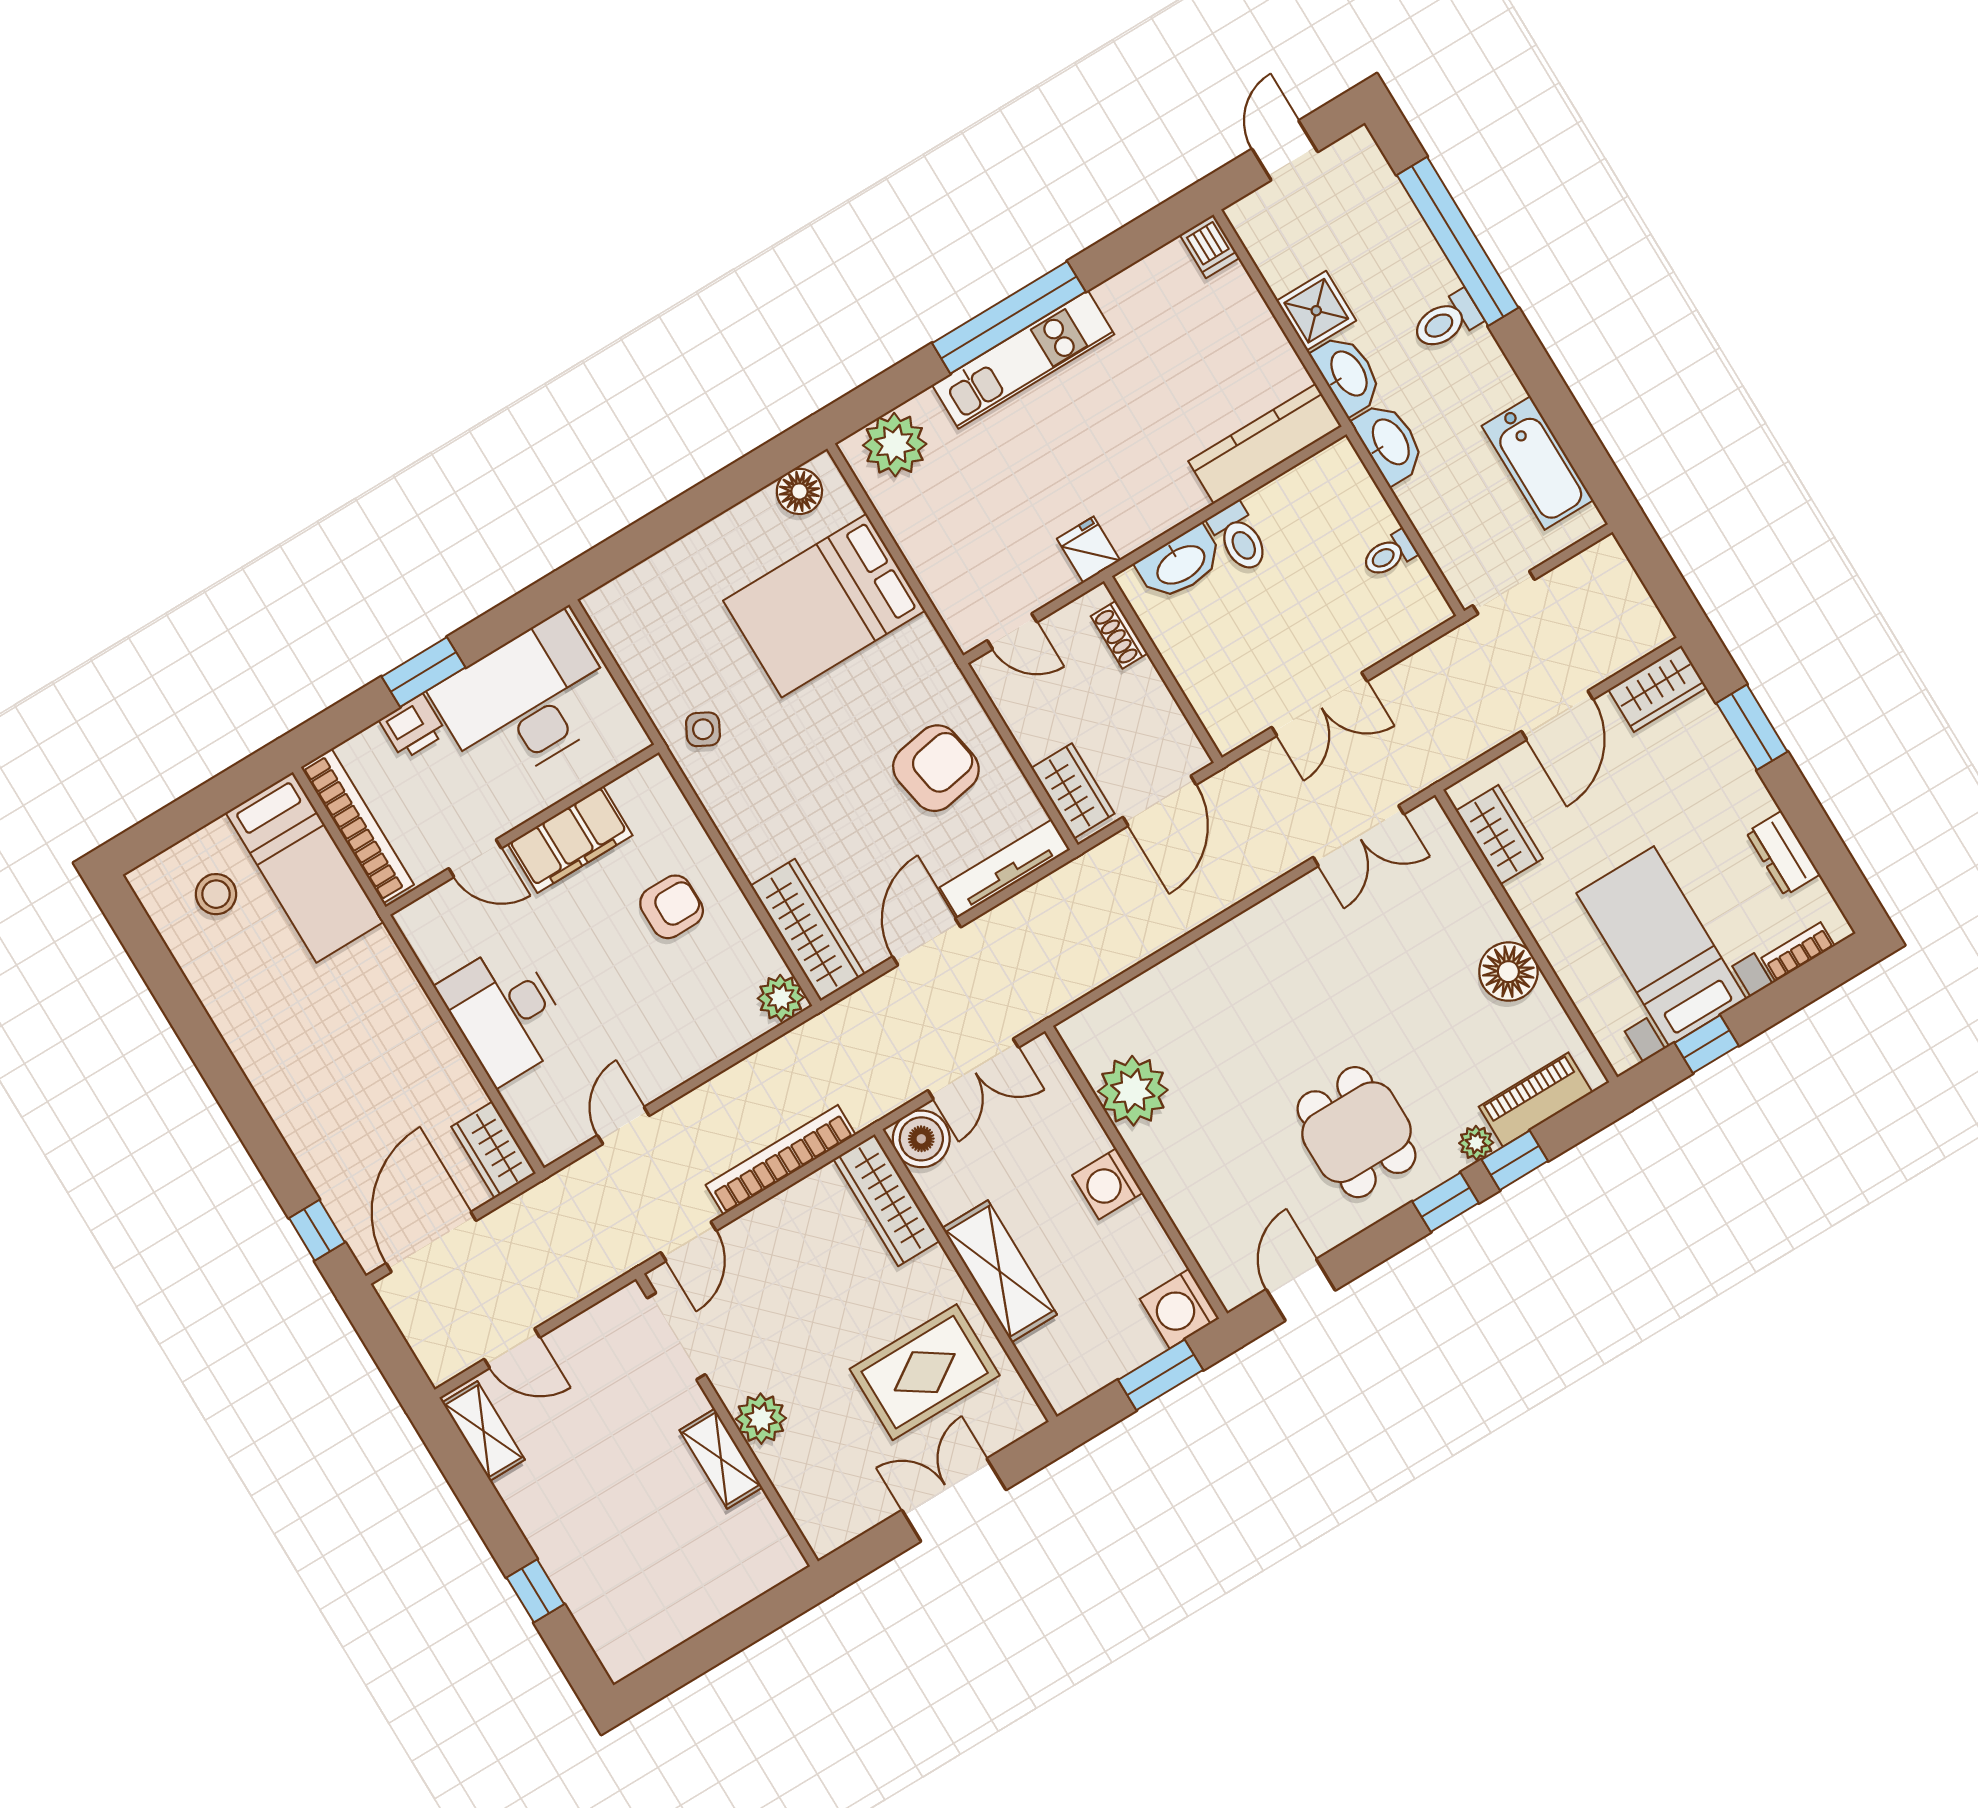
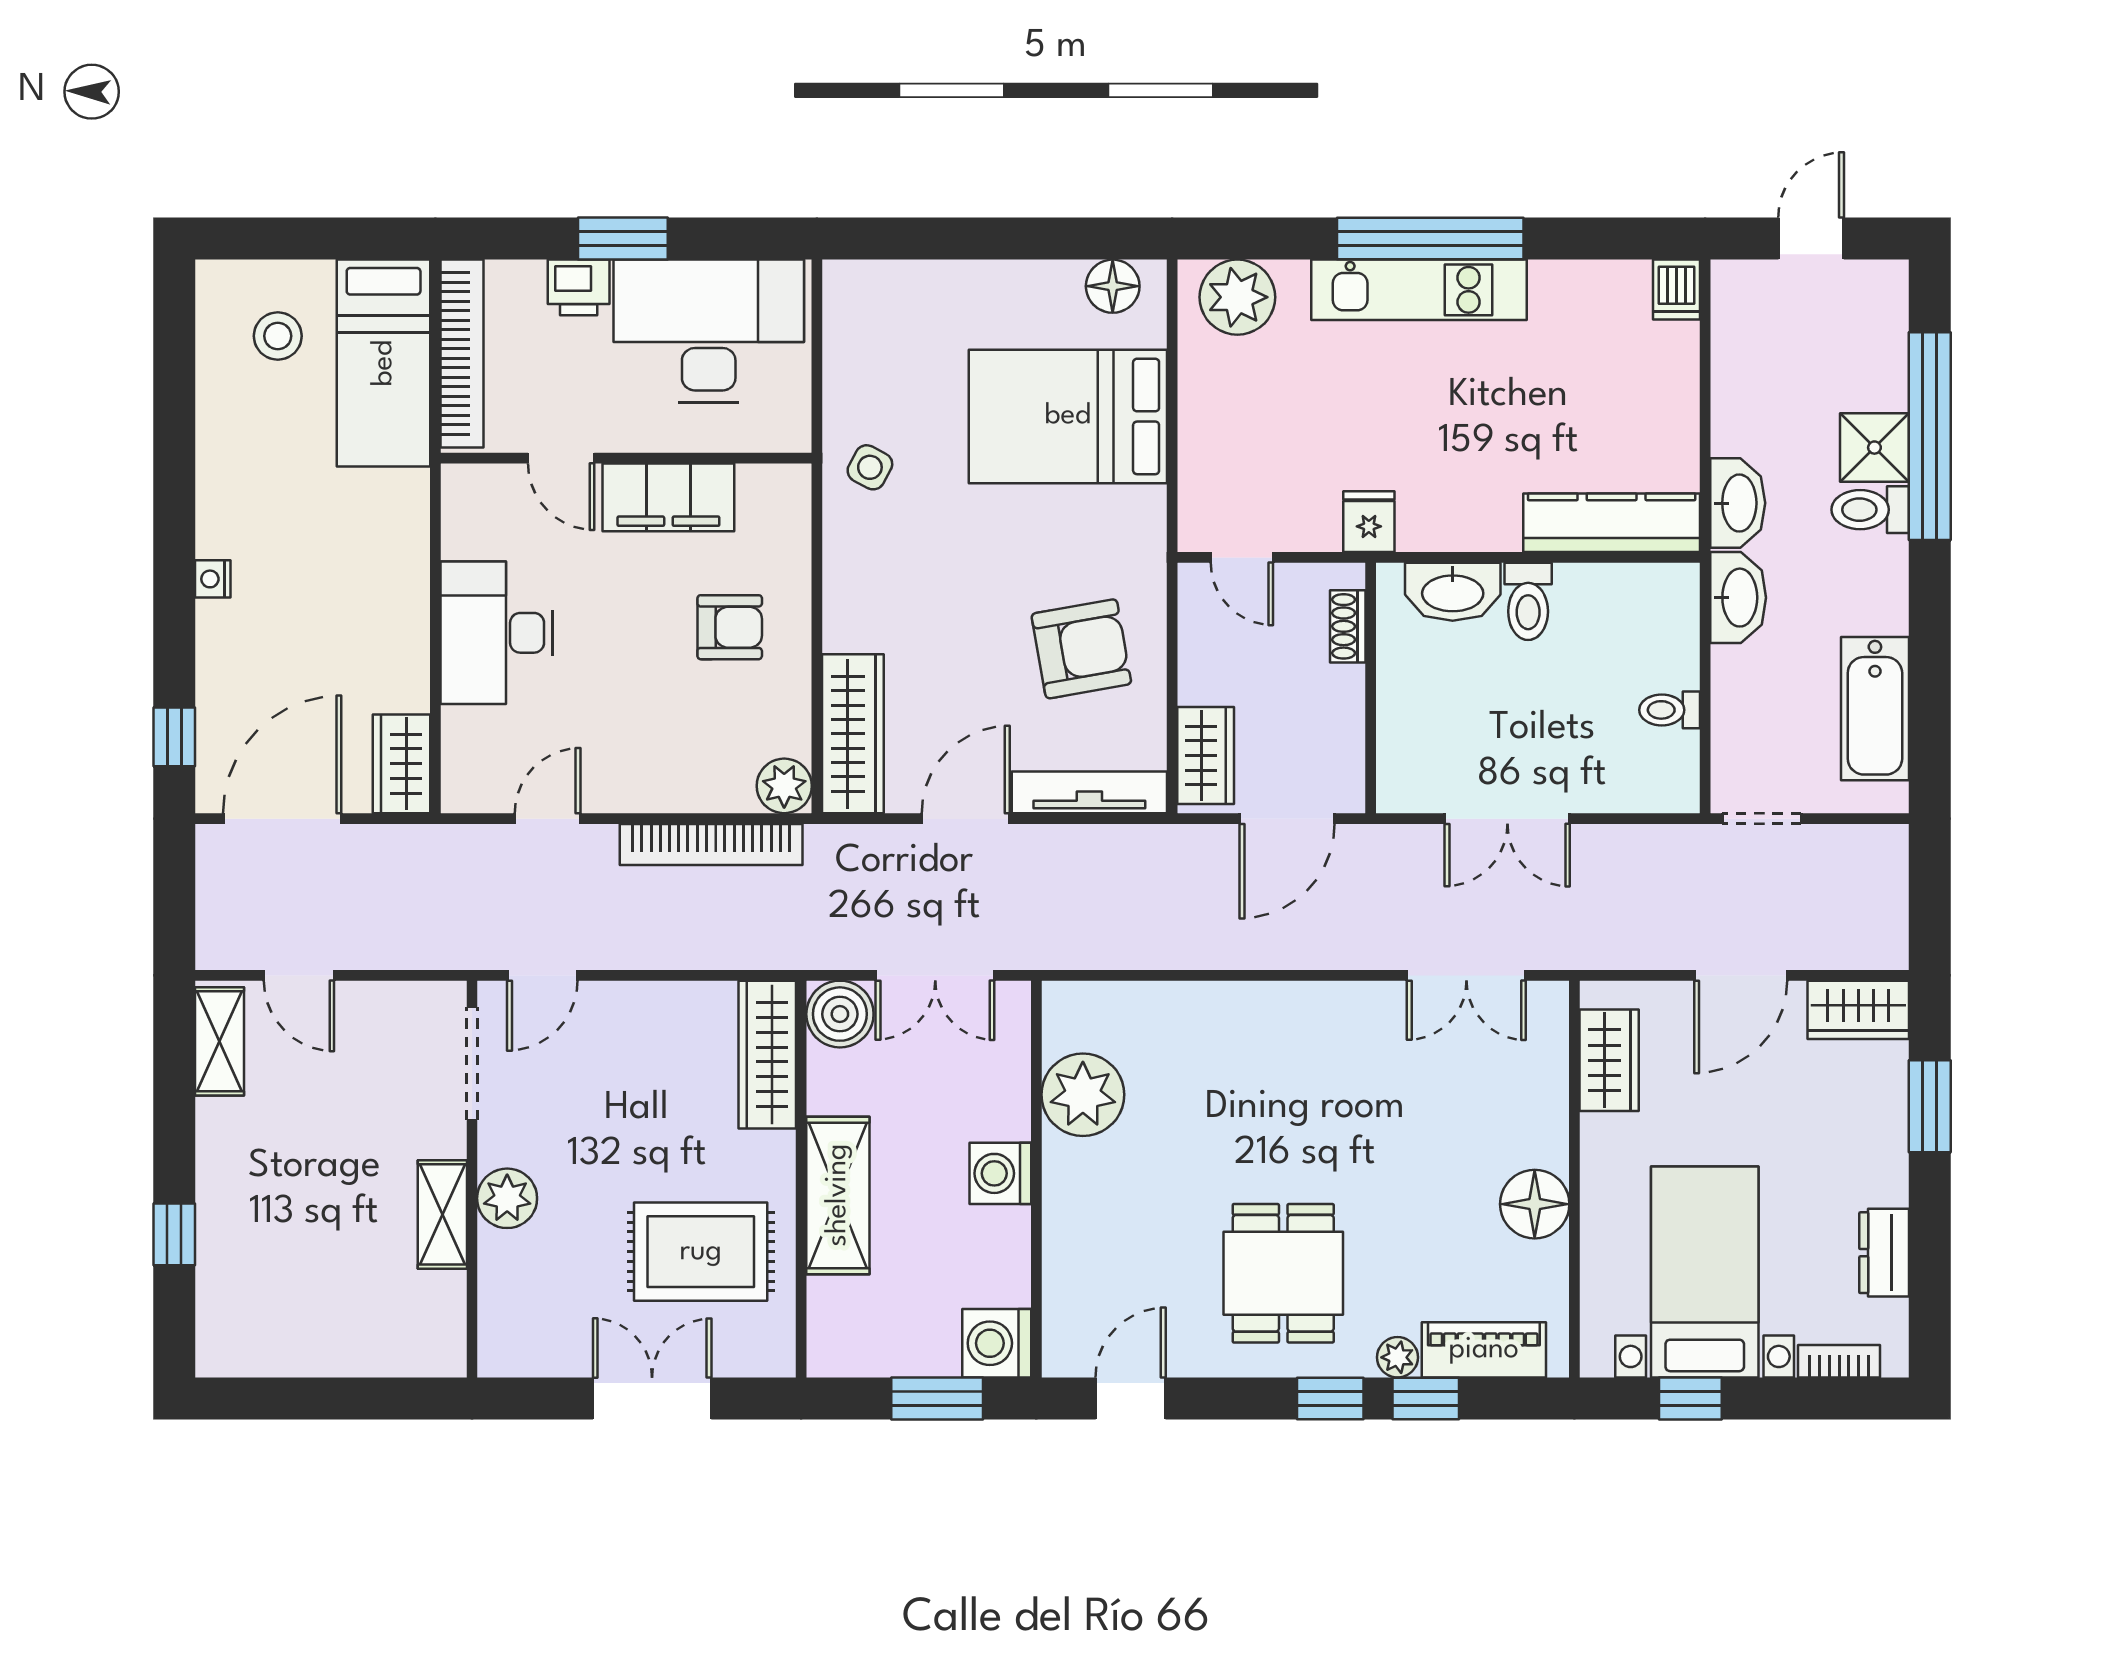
shower: (1316, 311) -> (1874, 448), moved
nightstand: (276, 1099) -> (213, 579), added
bookcase: (781, 1160) -> (711, 844), moved, turned 180

